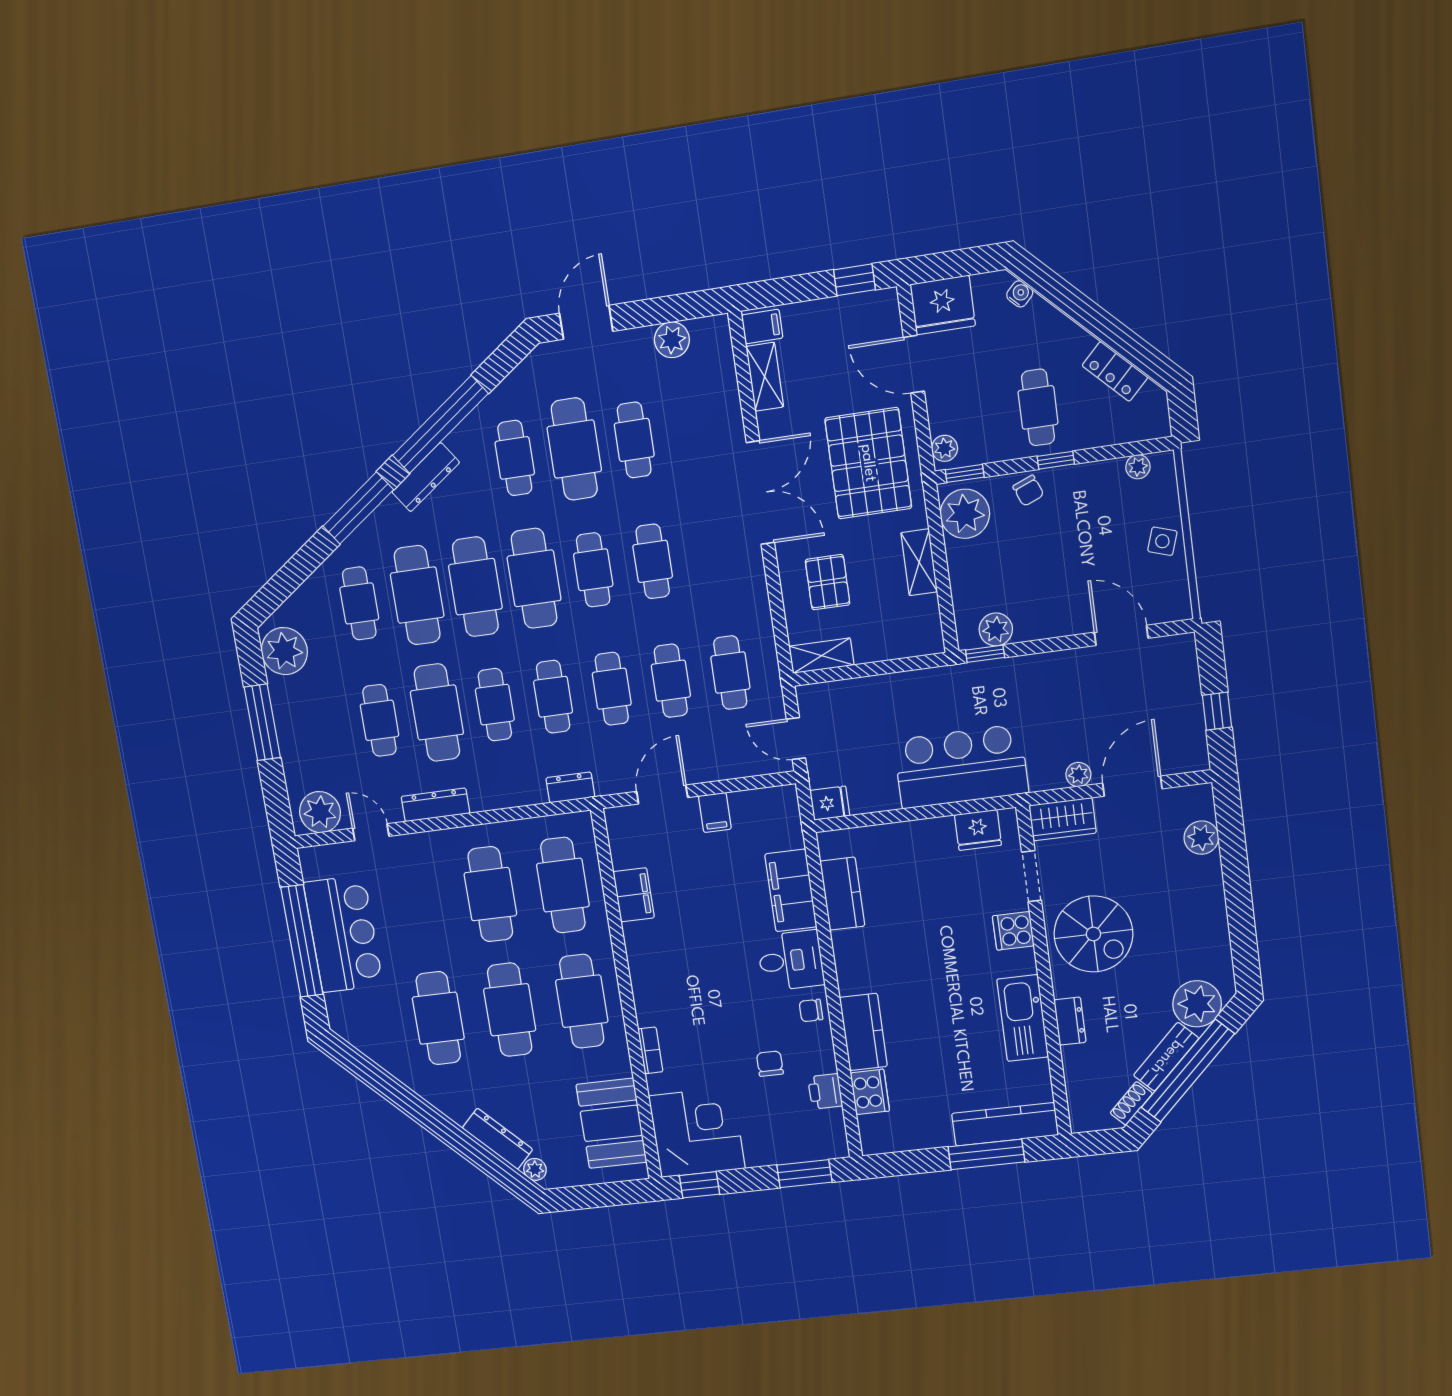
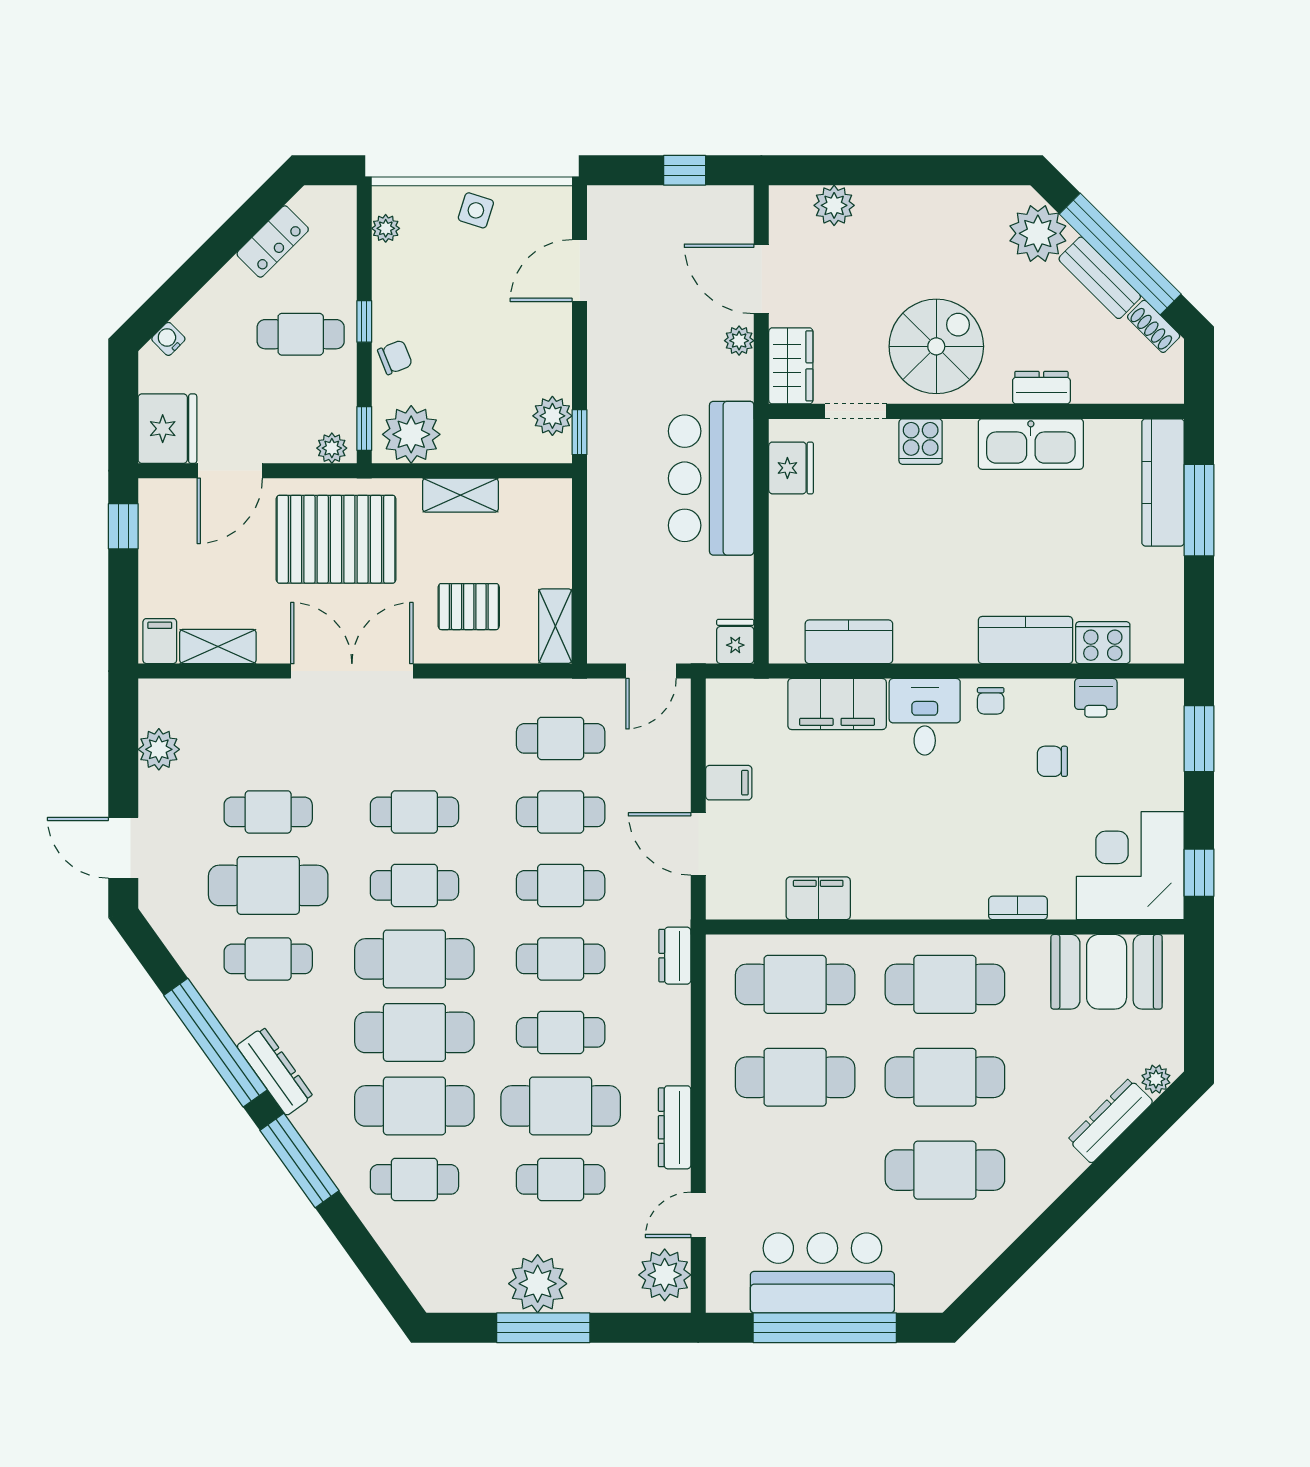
plant: (284, 651) -> (538, 1284), moved

